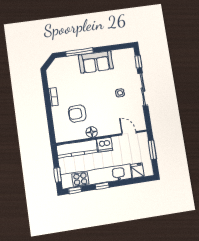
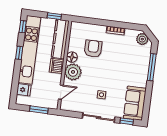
sofa: (96, 62) -> (135, 103), moved
plant: (55, 69) -> (142, 39), added
plant: (106, 127) -> (73, 72), added
window: (58, 175) -> (54, 16), moved

